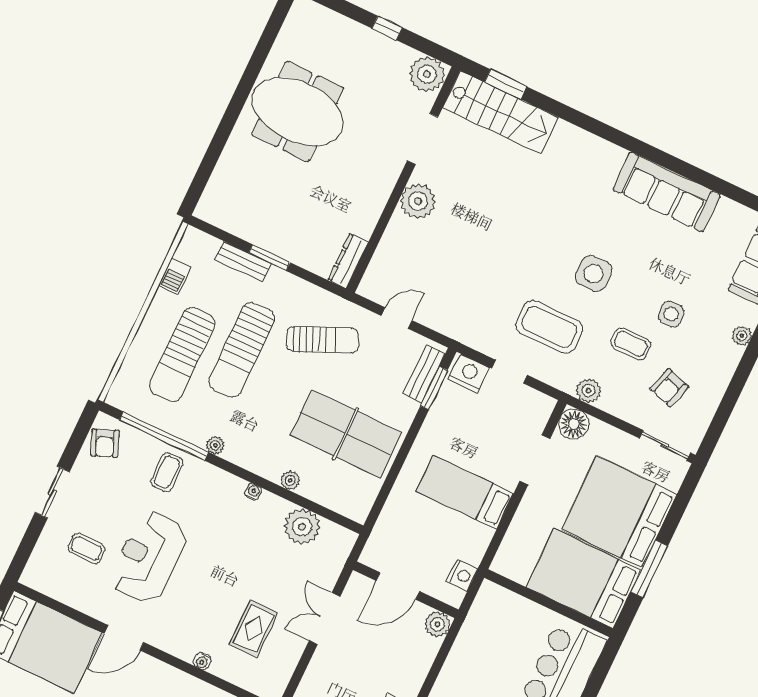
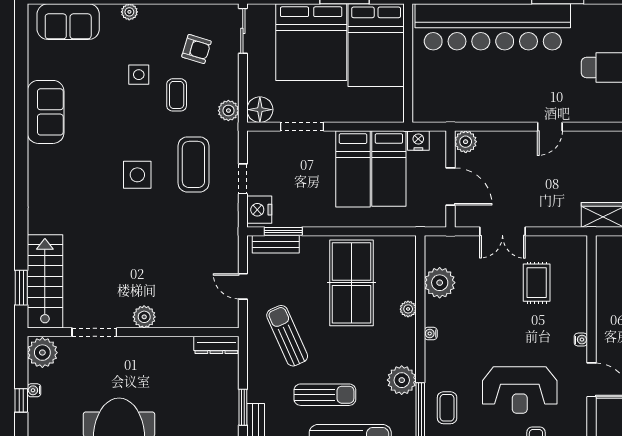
water cooler: (391, 46) -> (34, 390), added
sofa: (666, 192) -> (46, 112), width x0.73
plant: (418, 201) -> (144, 317), width x0.73, depth x0.73
side table: (594, 273) -> (137, 175), moved
sun lounger: (242, 350) -> (325, 395), width x0.73, depth x0.75
plant: (215, 445) -> (402, 380), width x1.88, depth x1.88
coffee table: (167, 472) -> (447, 408), turned 90
bed: (447, 530) -> (389, 169), added
rug: (254, 629) -> (537, 283), turned 90
water cooler: (202, 661) -> (581, 340), moved

